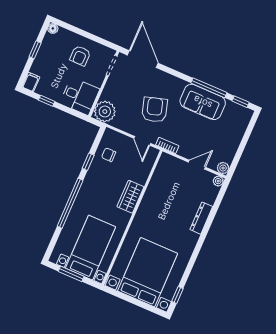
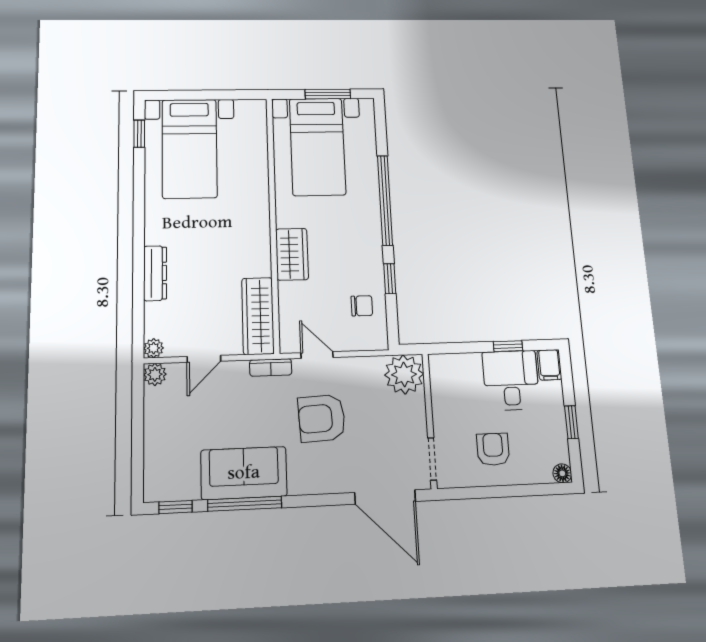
desk: (80, 96) -> (511, 380), moved, turned 90
armchair: (155, 110) -> (322, 418), turned 104
wardrobe: (162, 174) -> (258, 316), added
bed with nightstands: (148, 272) -> (190, 148), width x0.73

